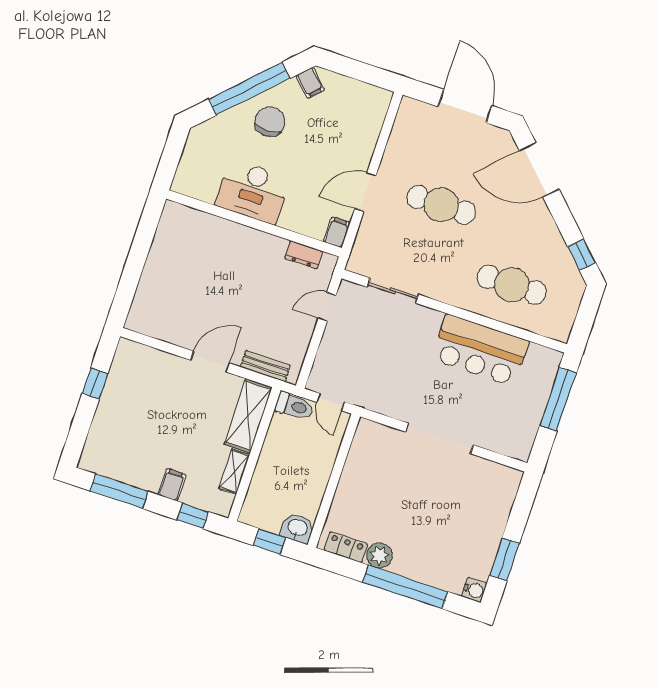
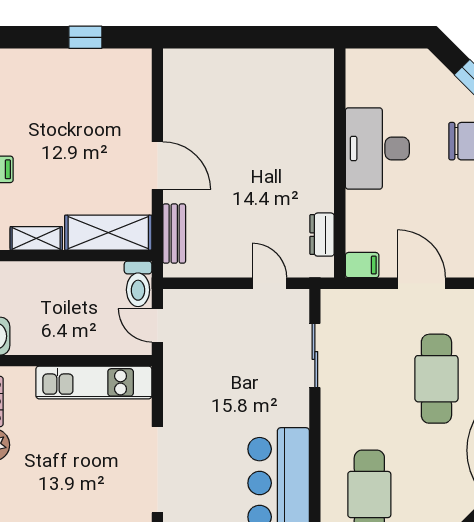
door: (330, 402) -> (157, 325), hinge flipped
kitchen unit: (358, 464) -> (94, 382), added

